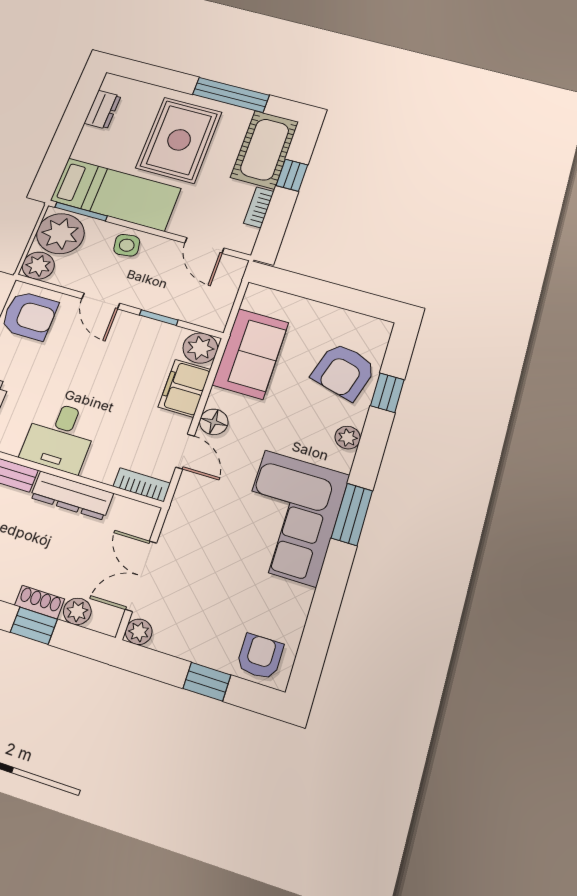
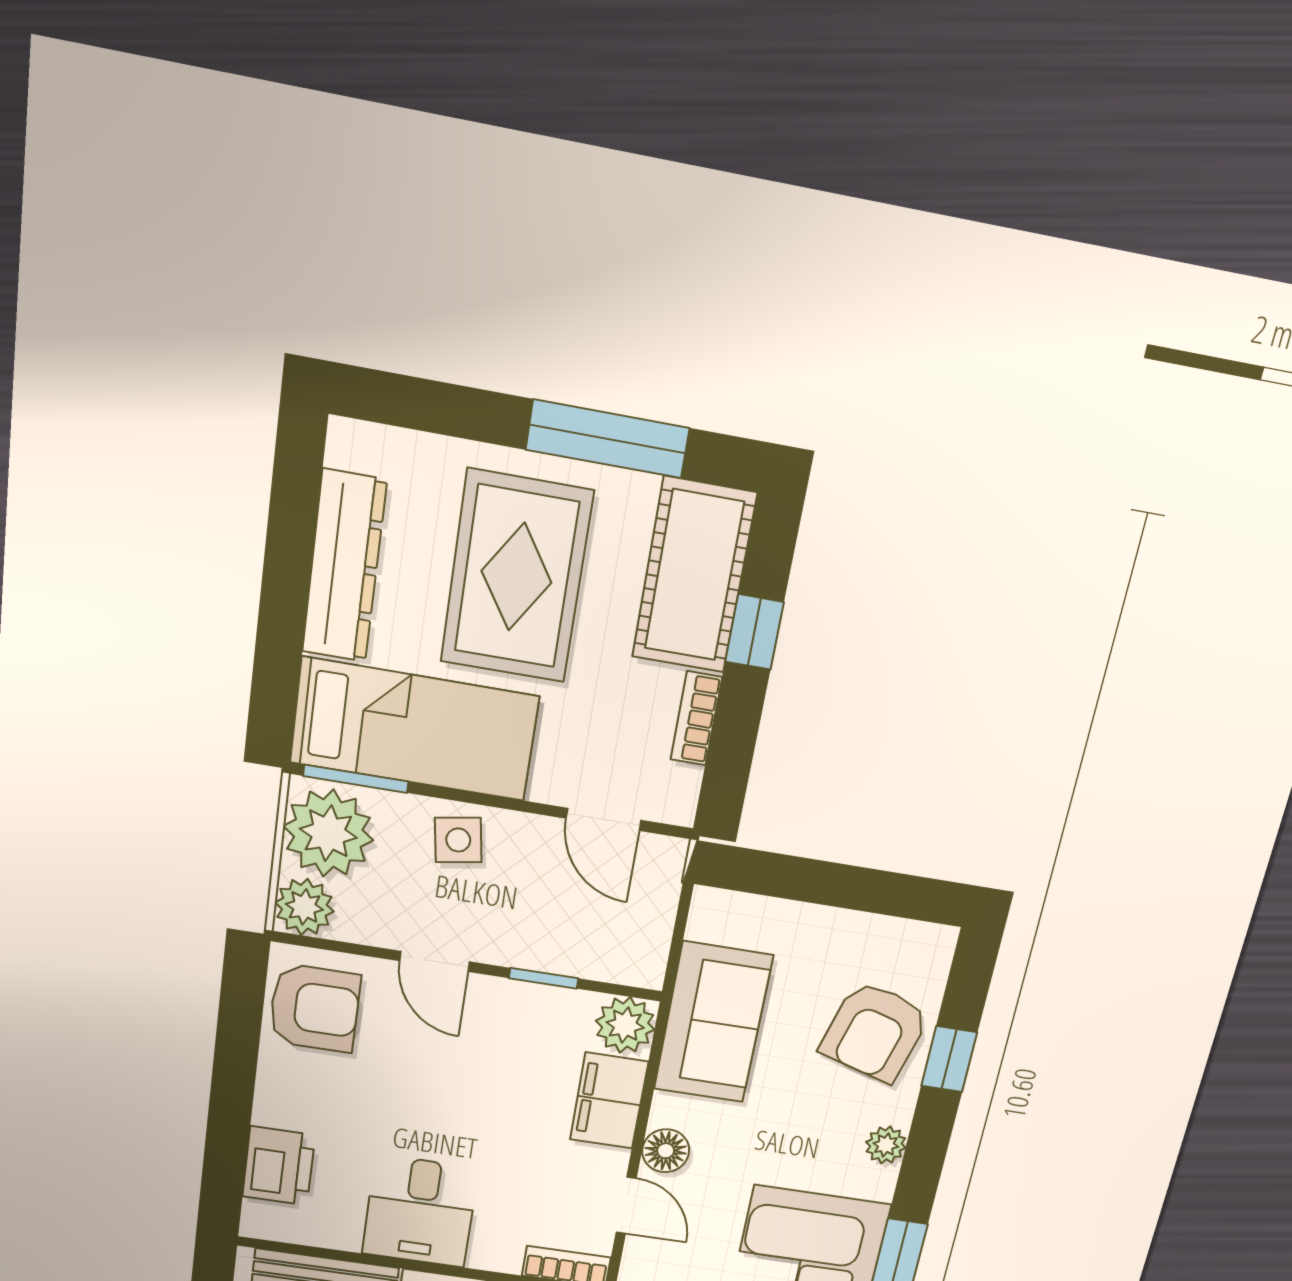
dresser: (103, 110) -> (344, 567), width x1.96, depth x1.24

